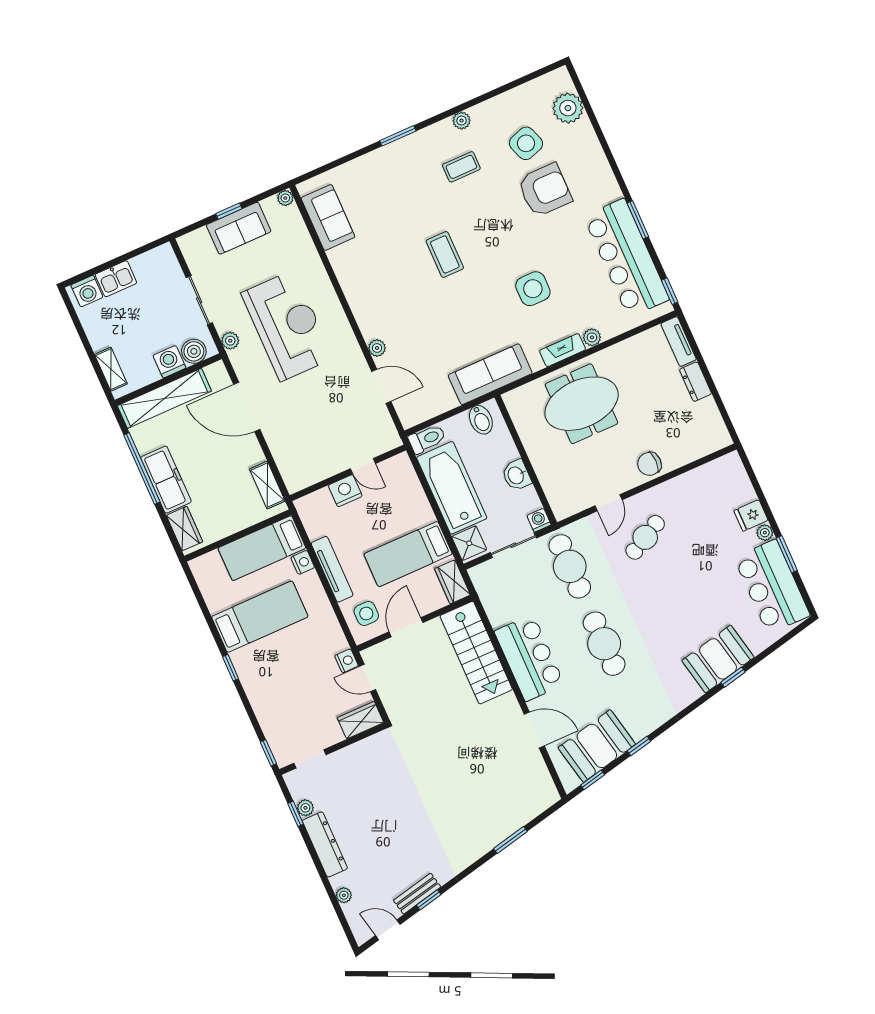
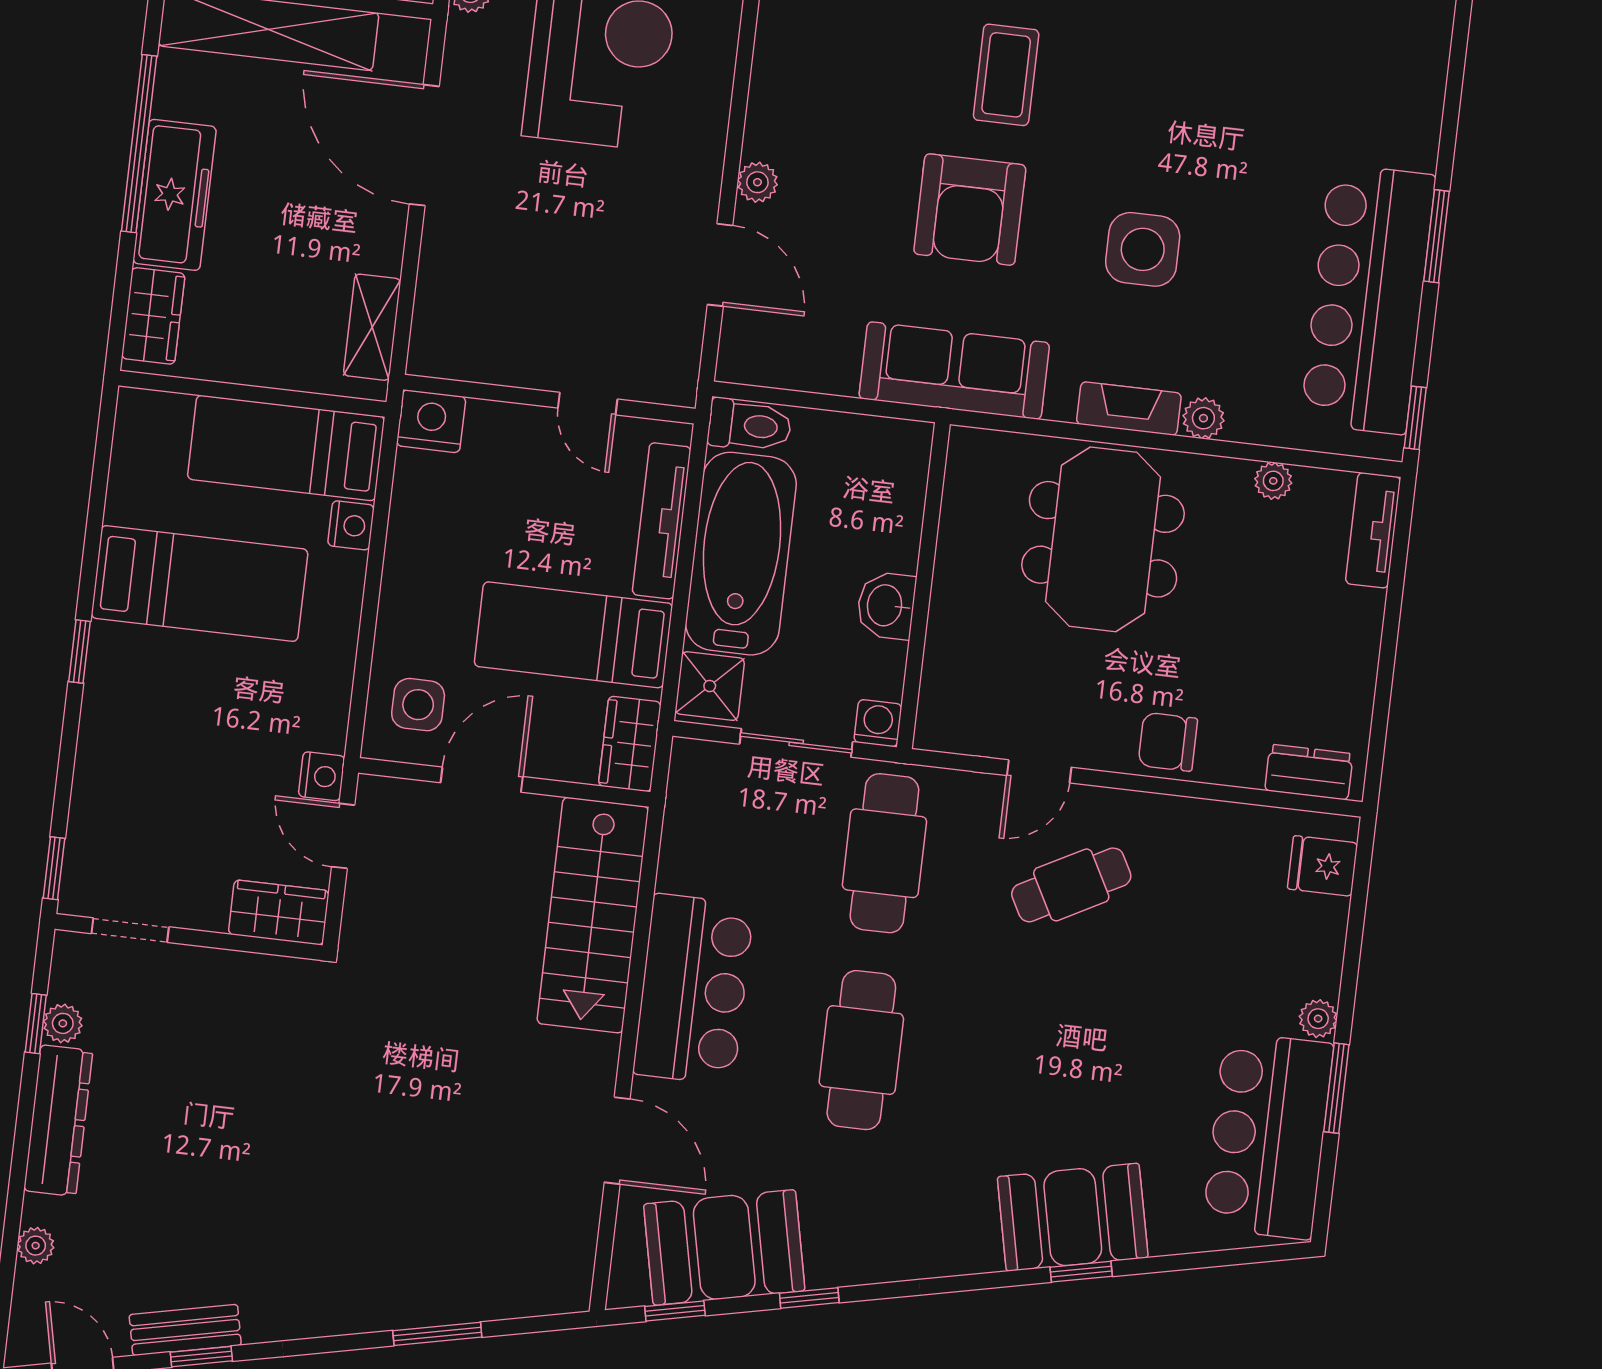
armchair: (545, 190) -> (970, 210), moved, turned 90
plant: (631, 345) -> (1273, 481), added
dresser: (695, 382) -> (1309, 772), moved, turned 90
meeting table: (582, 404) -> (1103, 539), turned 90
bidet: (481, 420) -> (881, 451), removed
nightstand: (345, 491) -> (431, 421), moved
fridge: (751, 515) -> (1323, 866), moved
tv unit: (332, 569) -> (662, 521), moved, turned 180

